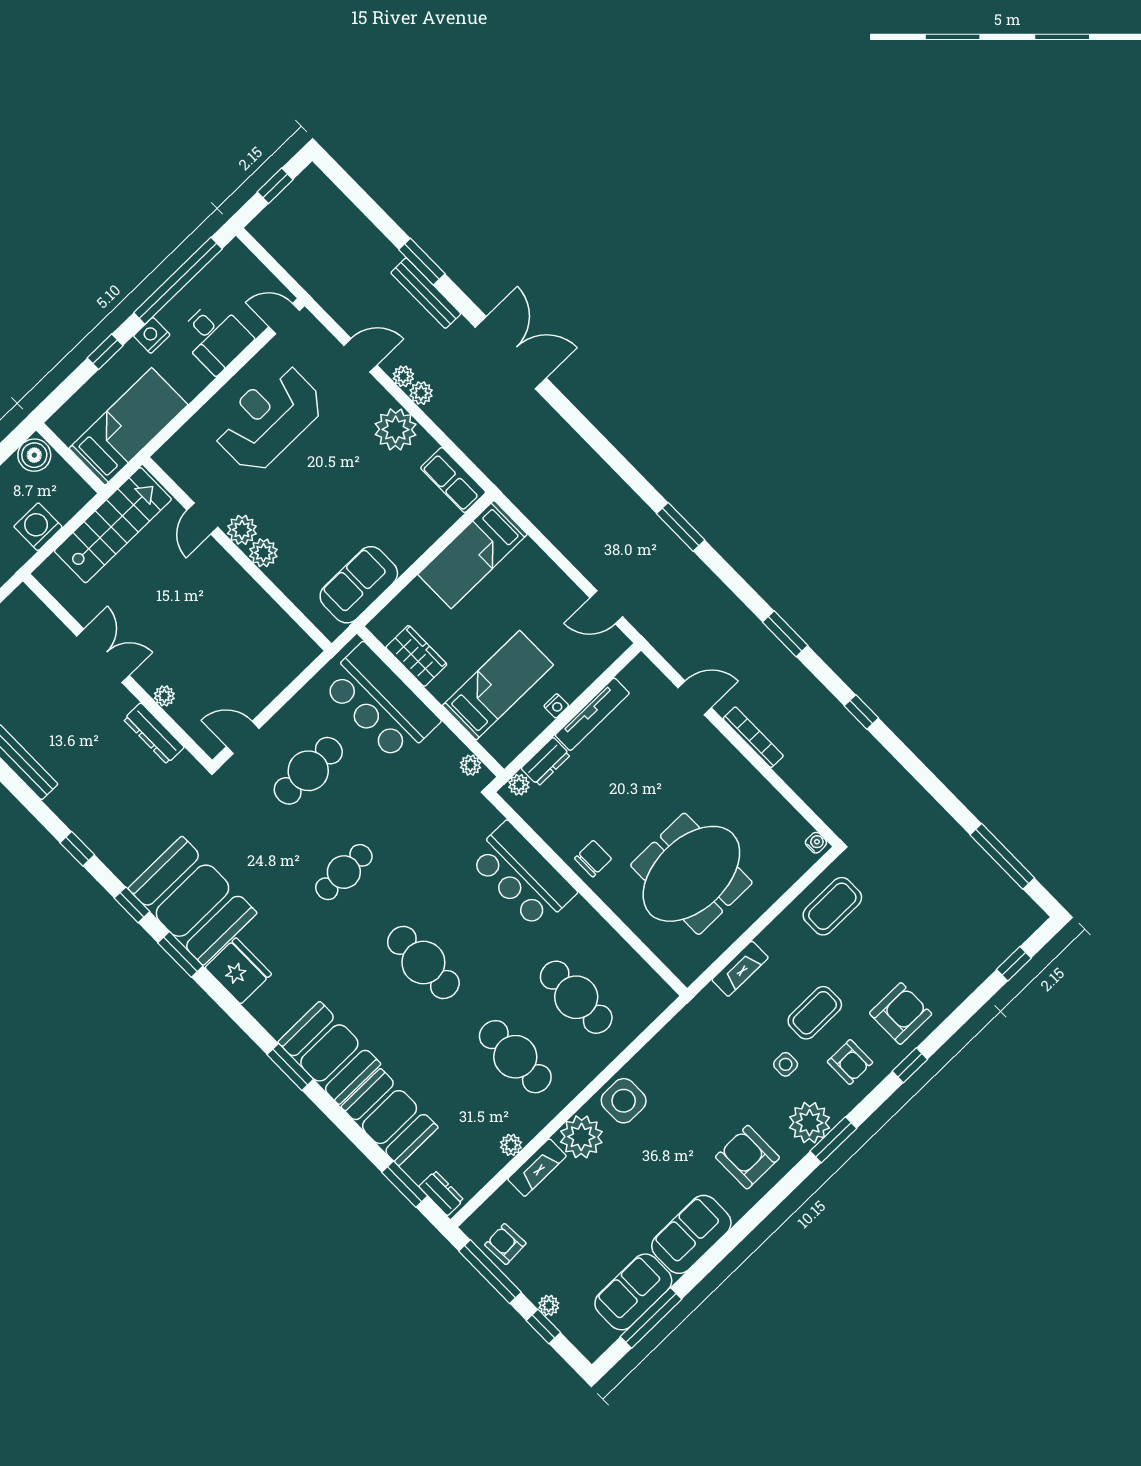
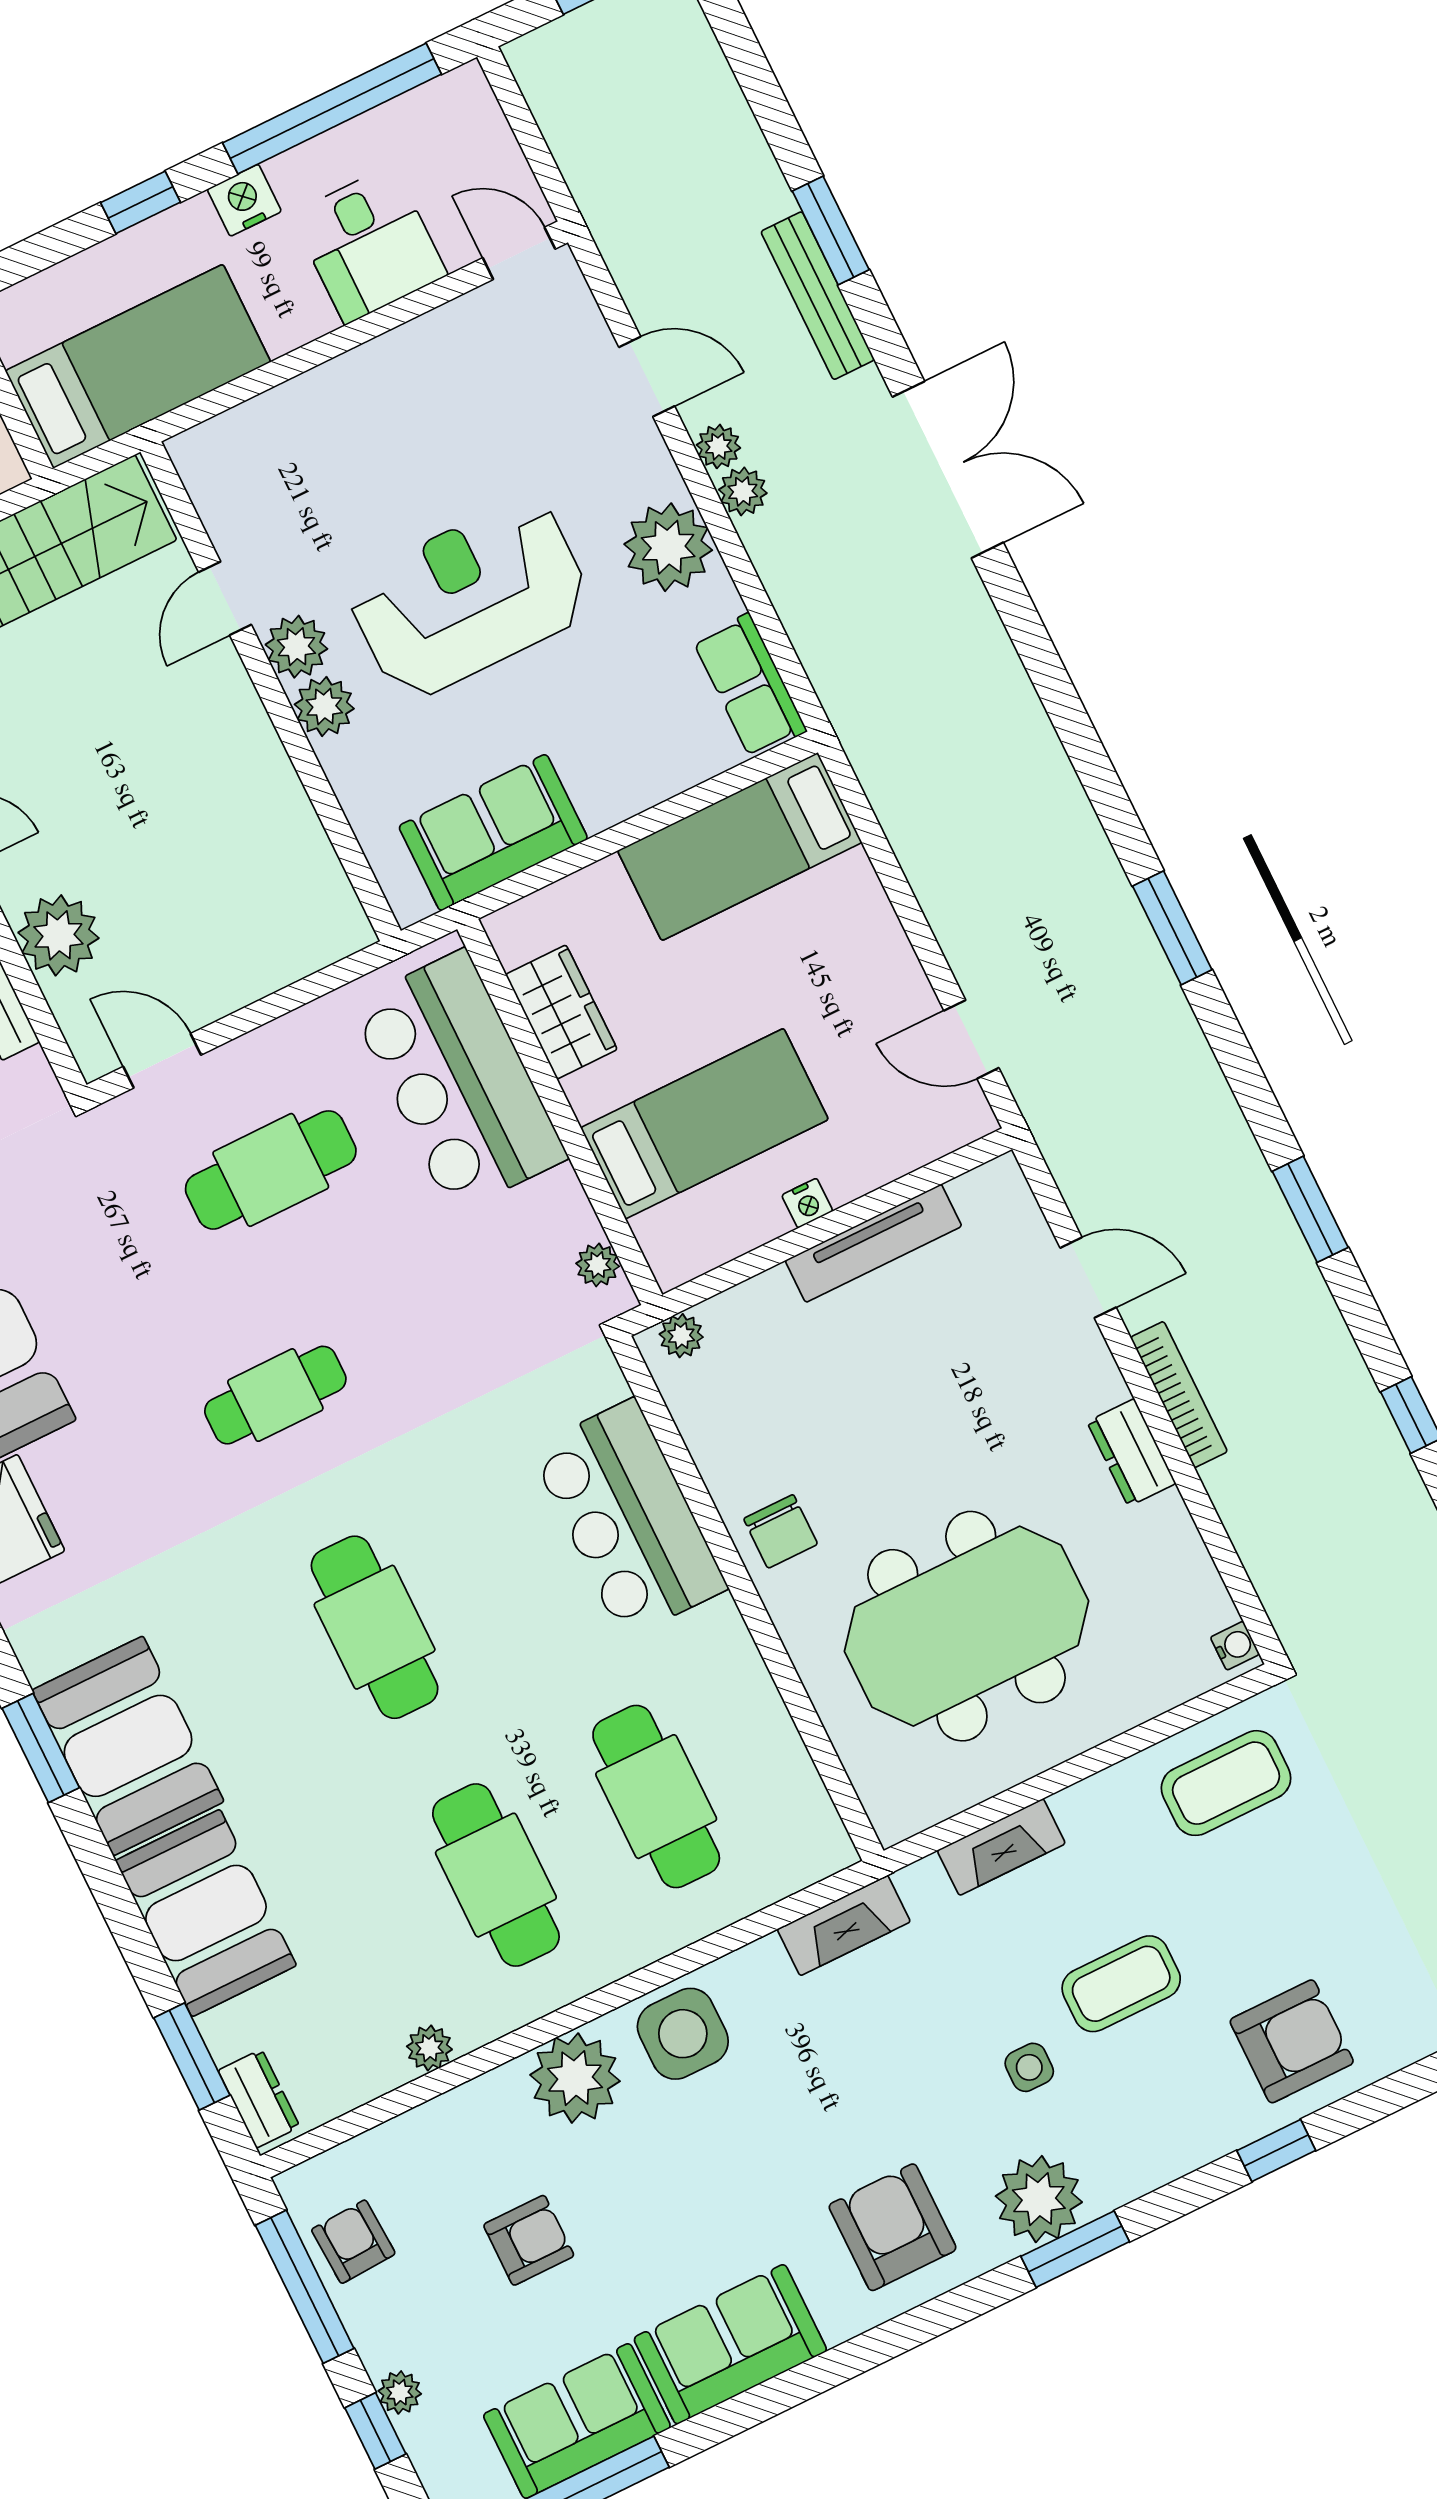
reception desk: (268, 418) -> (470, 598), moved
plant: (164, 696) -> (58, 935), width x1.88, depth x1.88
dresser: (546, 762) -> (1131, 1453), moved, turned 90
chair: (593, 859) -> (781, 1531), turned 90
armchair: (850, 1062) -> (529, 2240), moved, turned -90
fireplace: (537, 1168) -> (844, 1925), moved

